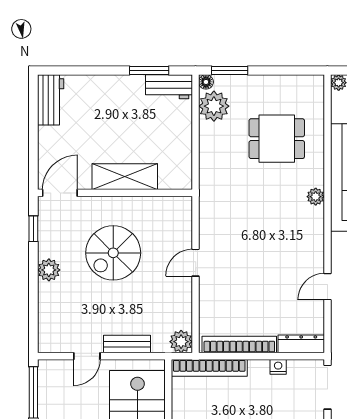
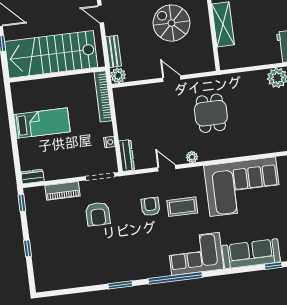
dining table: (277, 139) -> (211, 113), moved
plant: (316, 197) -> (192, 157), moved
bench: (127, 344) -> (113, 51), moved
bookcase: (239, 345) -> (121, 114), removed

